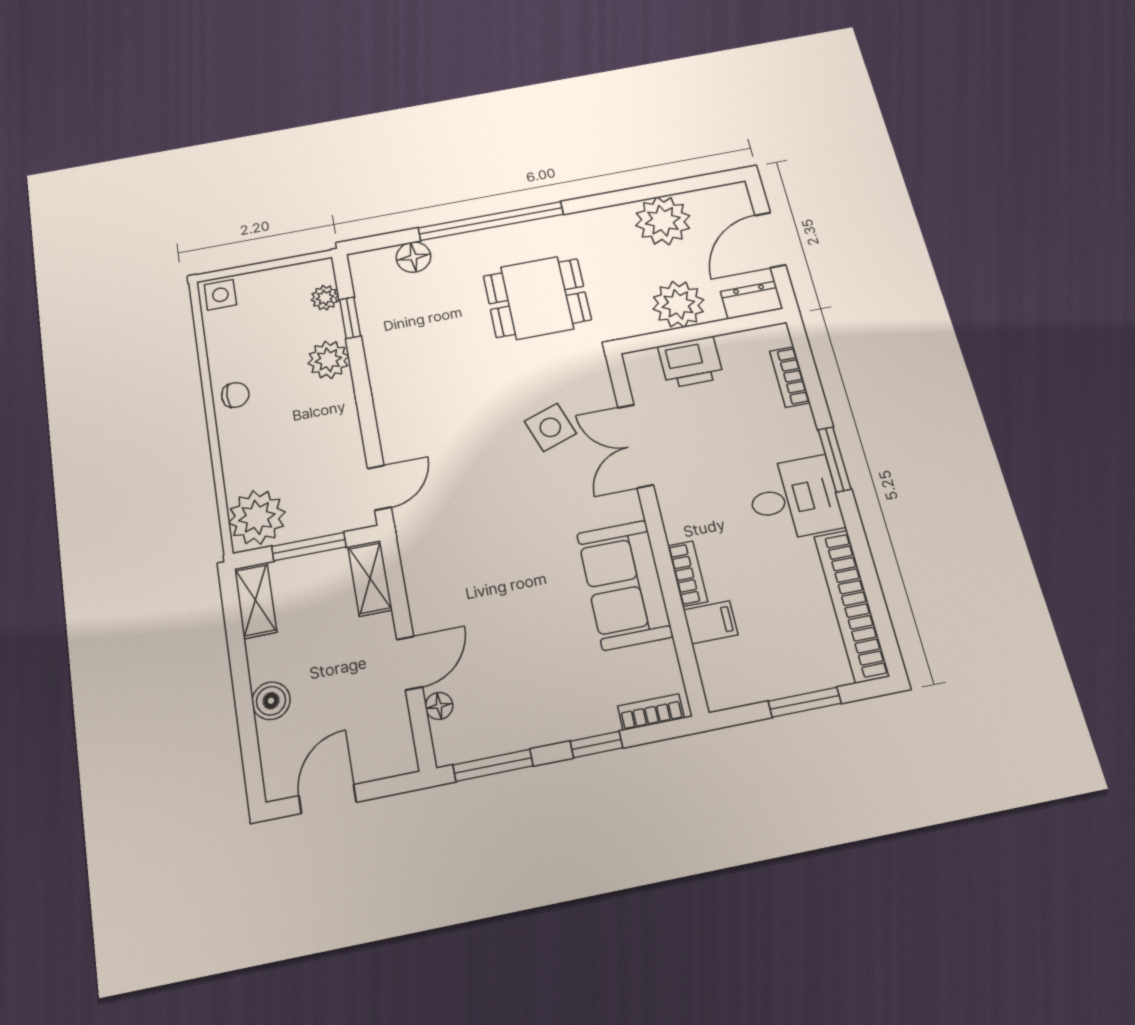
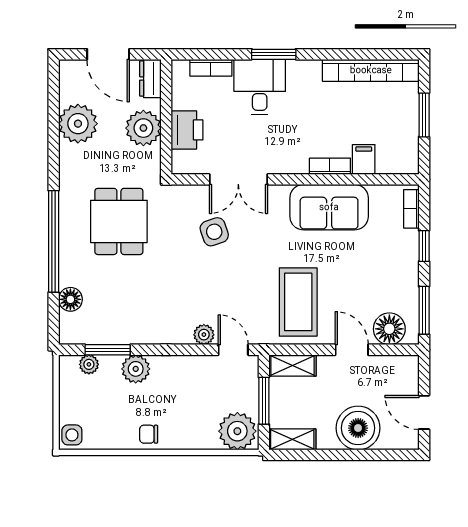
window: (350, 318) -> (108, 350), width x1.50
chair: (235, 395) -> (149, 434), turned -90
plant: (395, 442) -> (204, 335), added
desk: (794, 499) -> (260, 87), moved
coffee table: (469, 567) -> (298, 302), added
boiler: (271, 701) -> (358, 428), width x1.86, depth x1.86
floor lamp: (439, 706) -> (389, 329), width x1.89, depth x1.89

